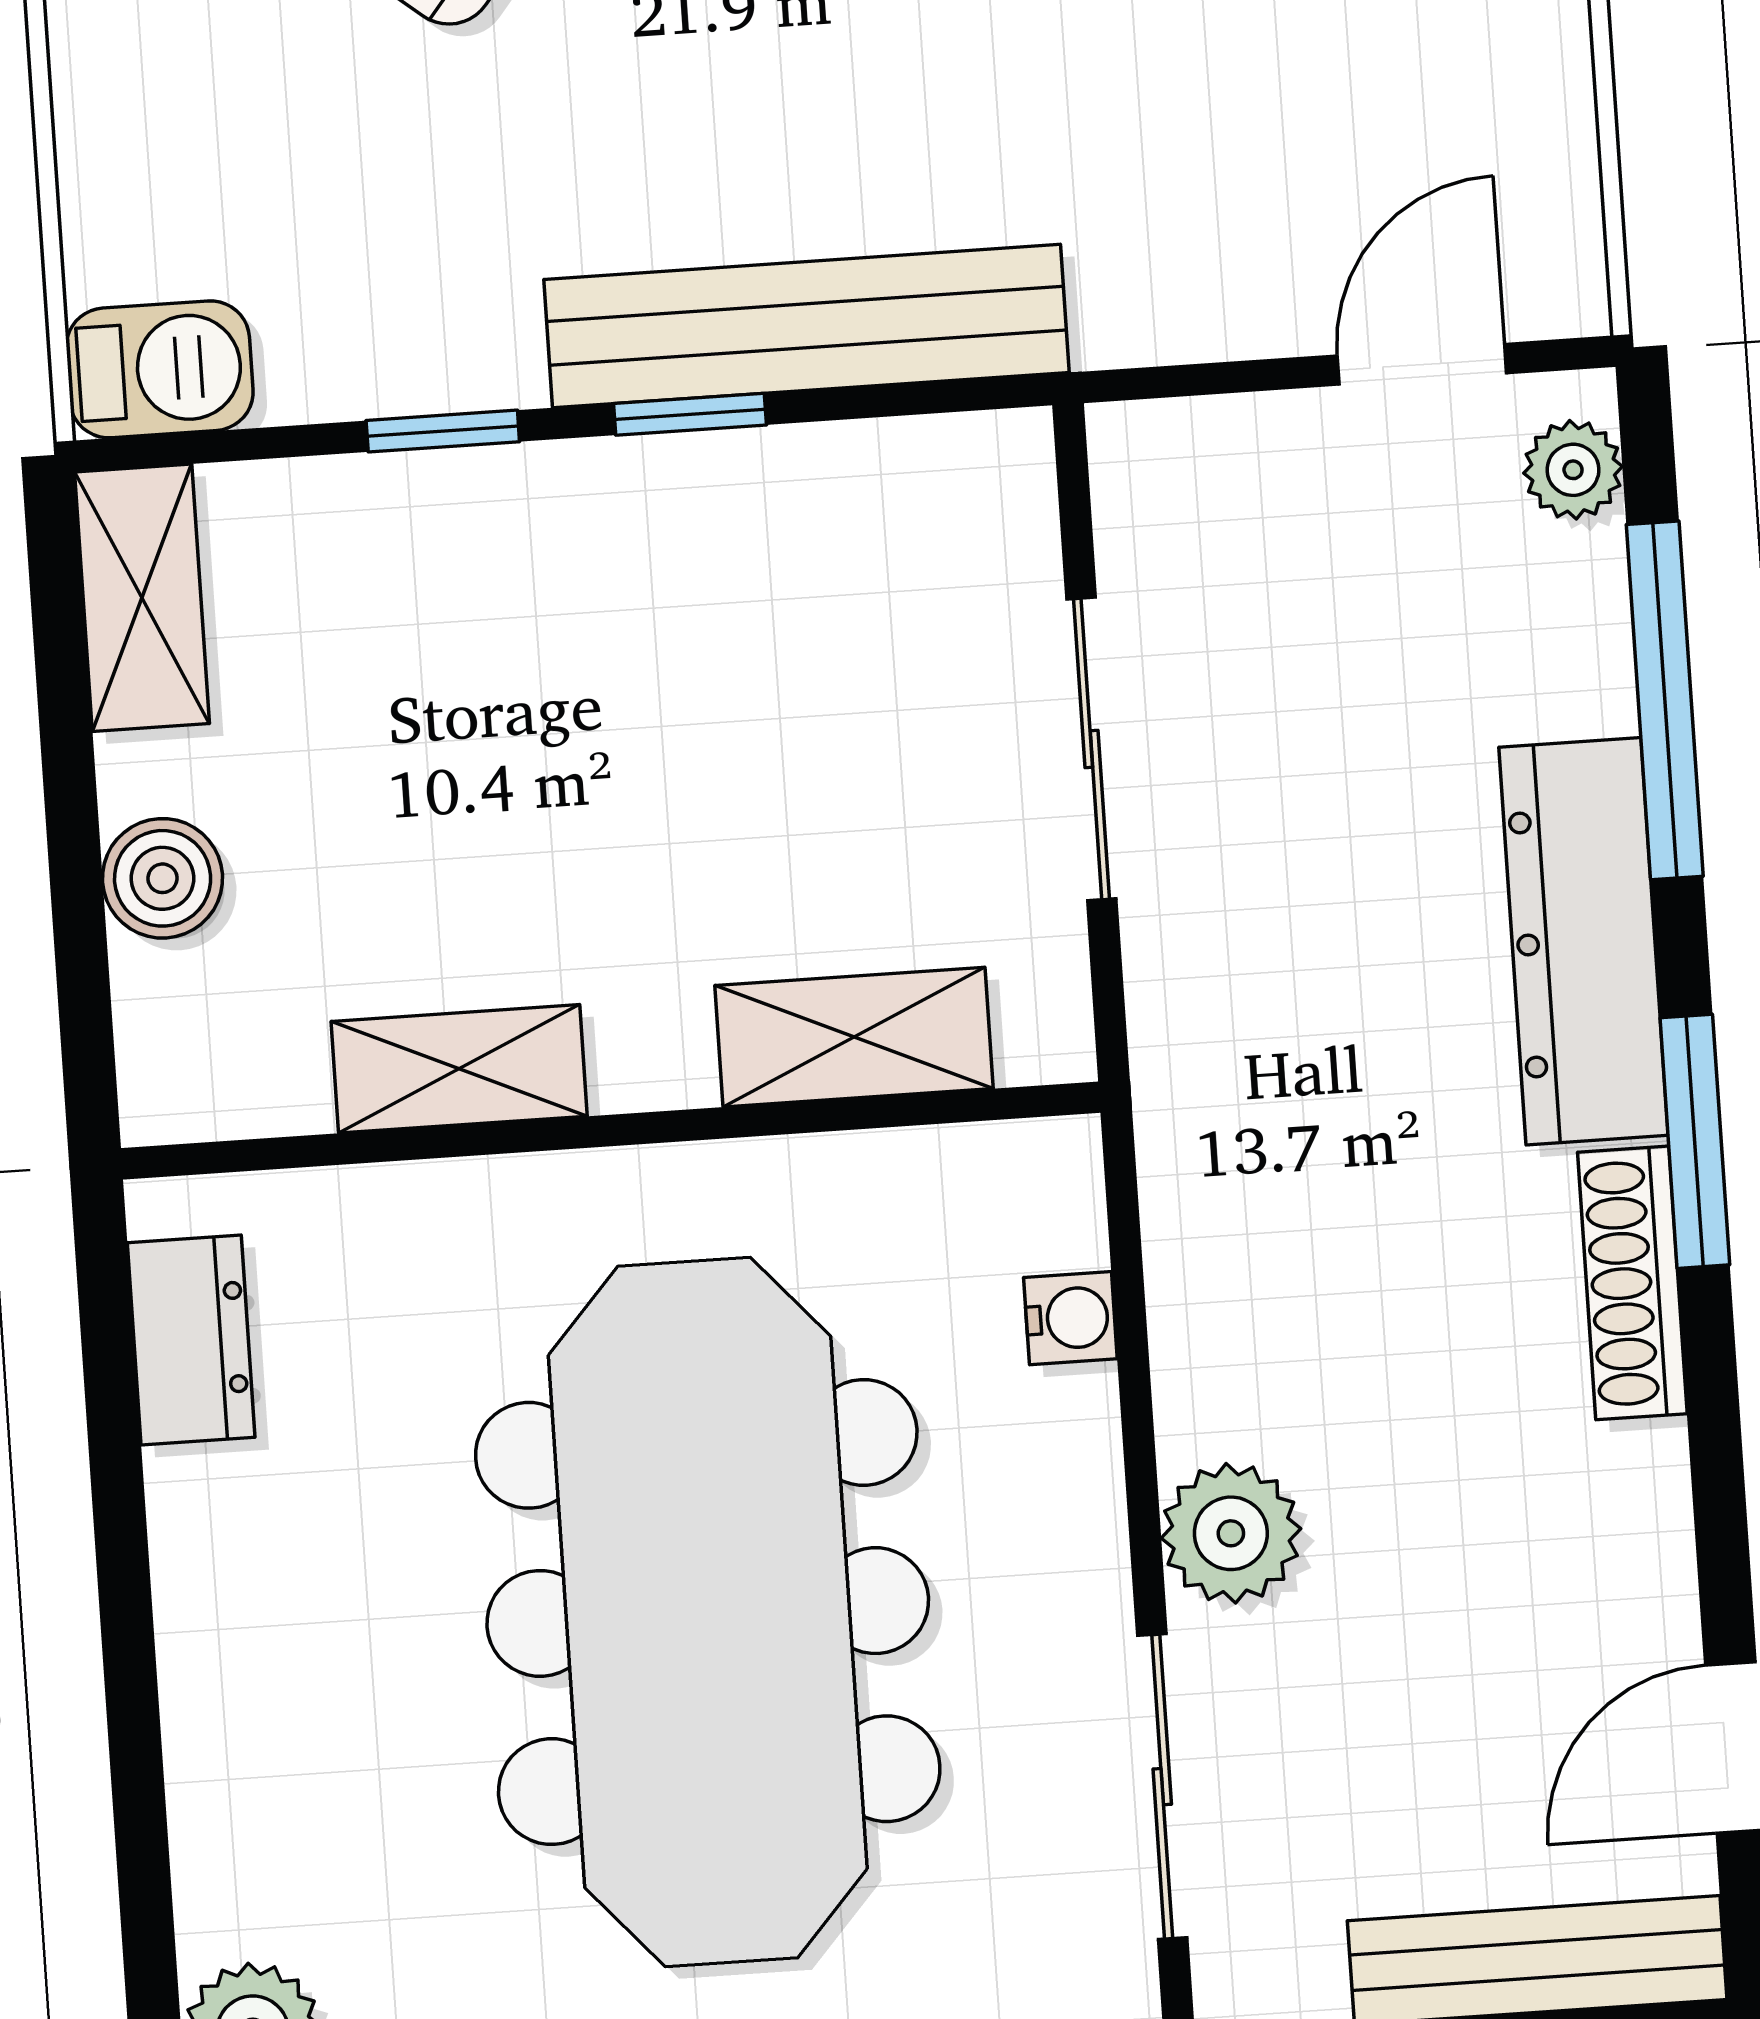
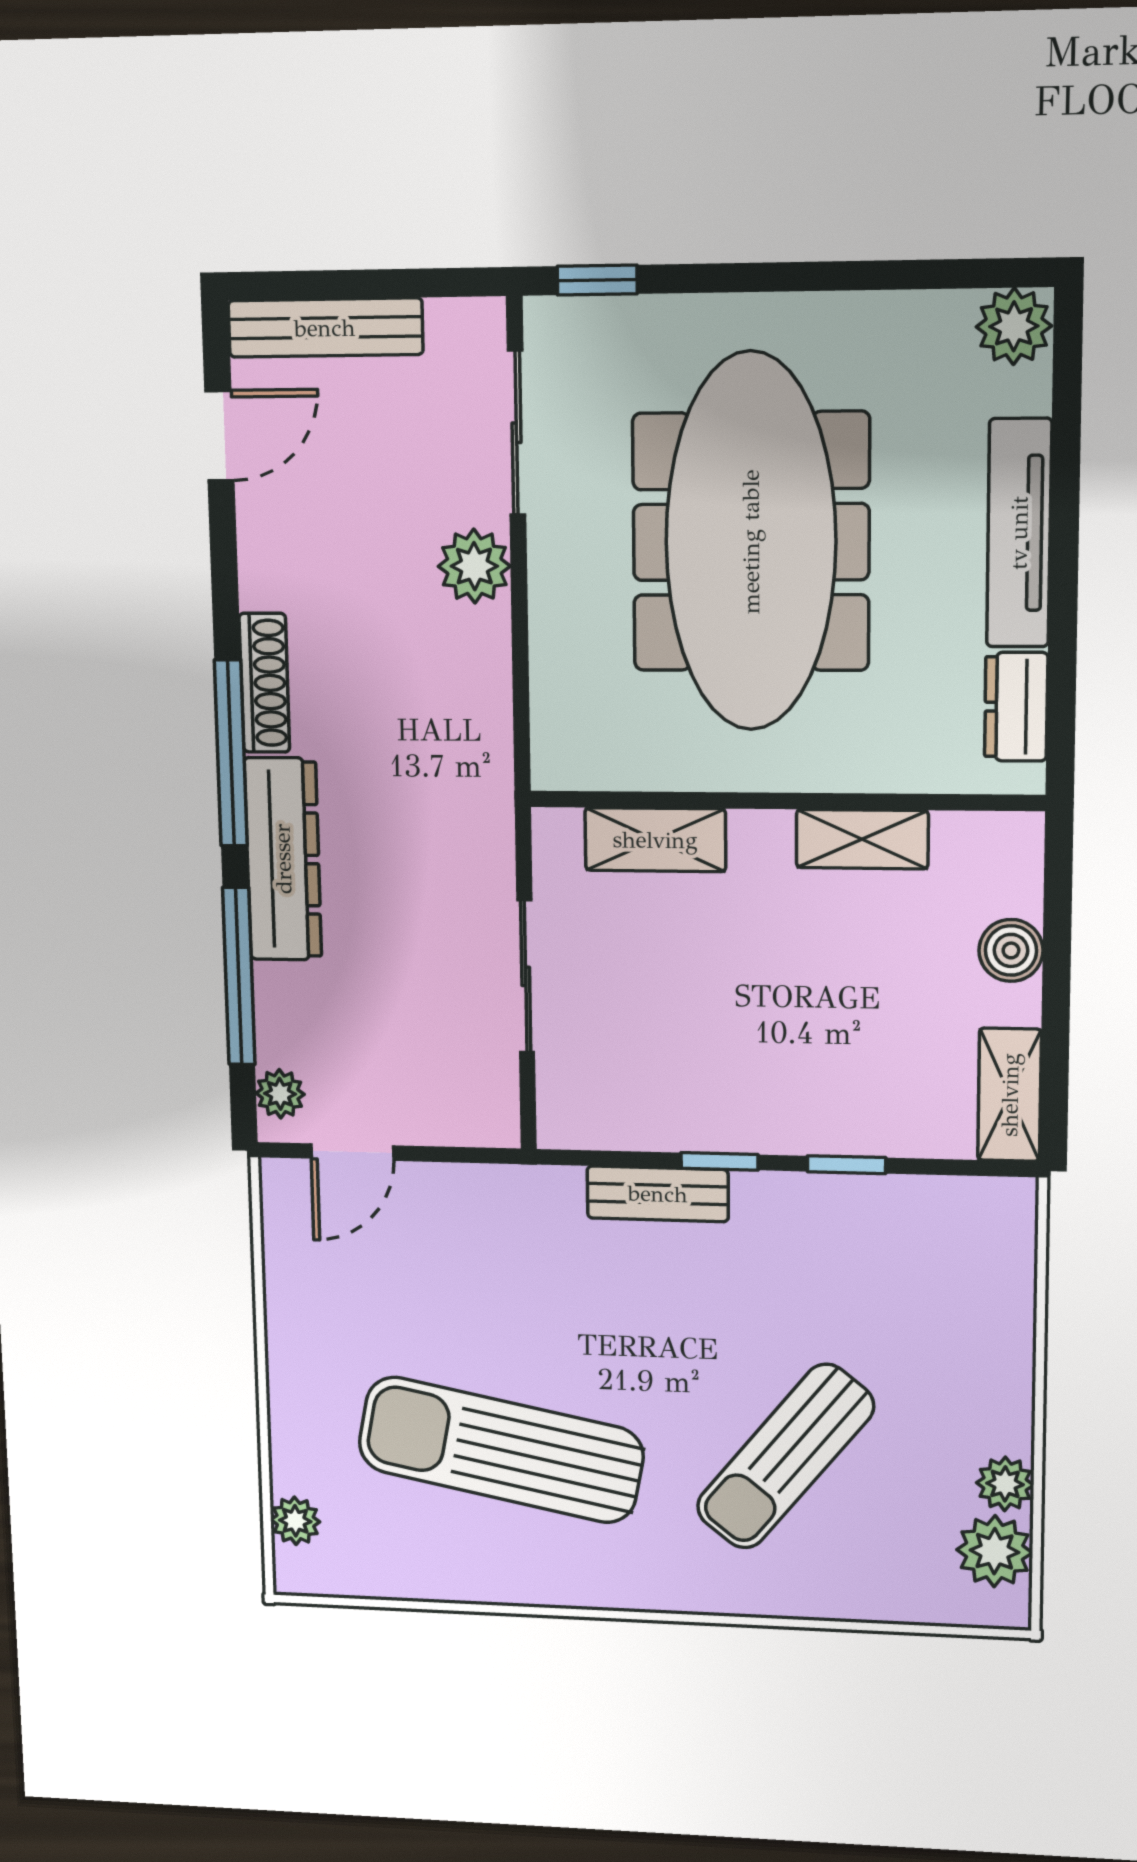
bench: (807, 326) -> (658, 1194), width x0.54, depth x0.82
barbecue: (160, 369) -> (991, 1209), removed
window: (1695, 1141) -> (231, 753), width x1.44
water cooler: (1070, 1318) -> (552, 685), removed
tv unit: (212, 1660) -> (1019, 533), added

